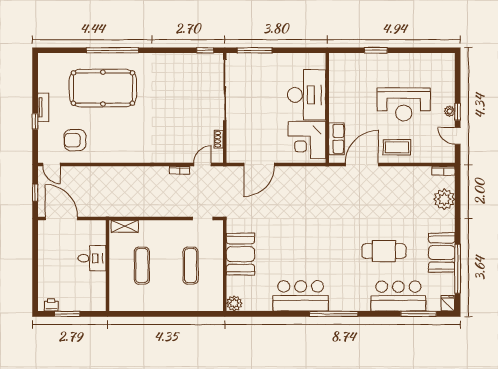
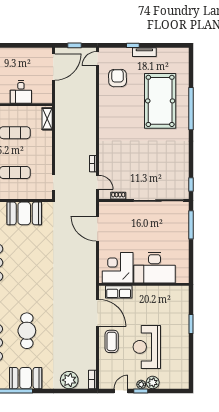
plant: (447, 97) -> (153, 382), added

